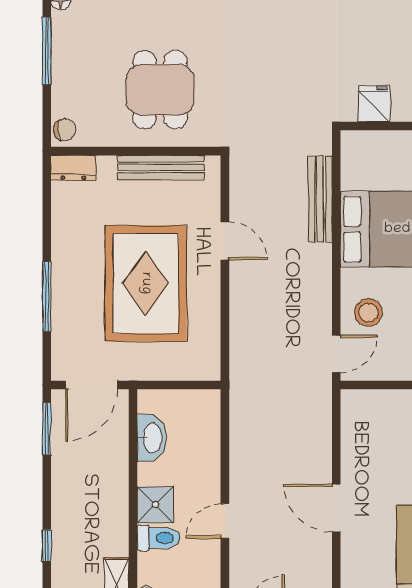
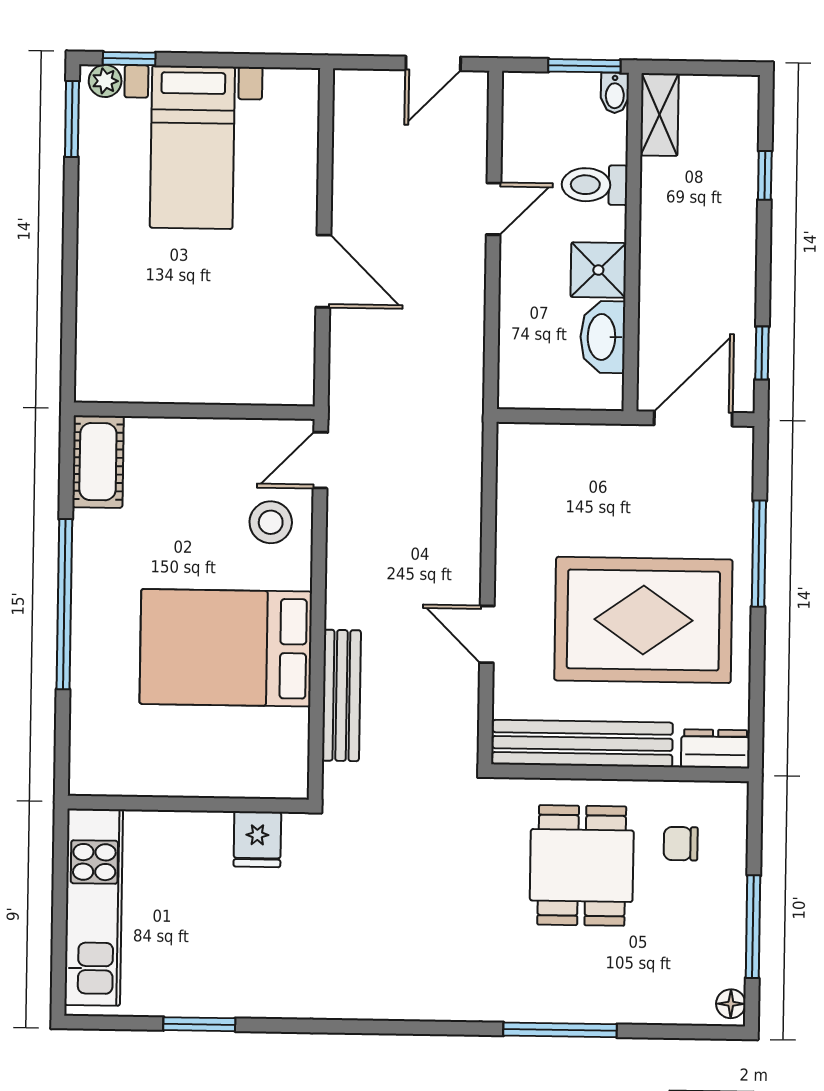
chair: (65, 130) -> (681, 844), moved
bench: (161, 167) -> (582, 743), width x1.37, depth x1.21
rug: (146, 283) -> (643, 620), moved, turned 90
window: (47, 429) -> (762, 353), width x0.67
shower: (155, 505) -> (598, 270), moved
door: (336, 508) -> (323, 271), moved

